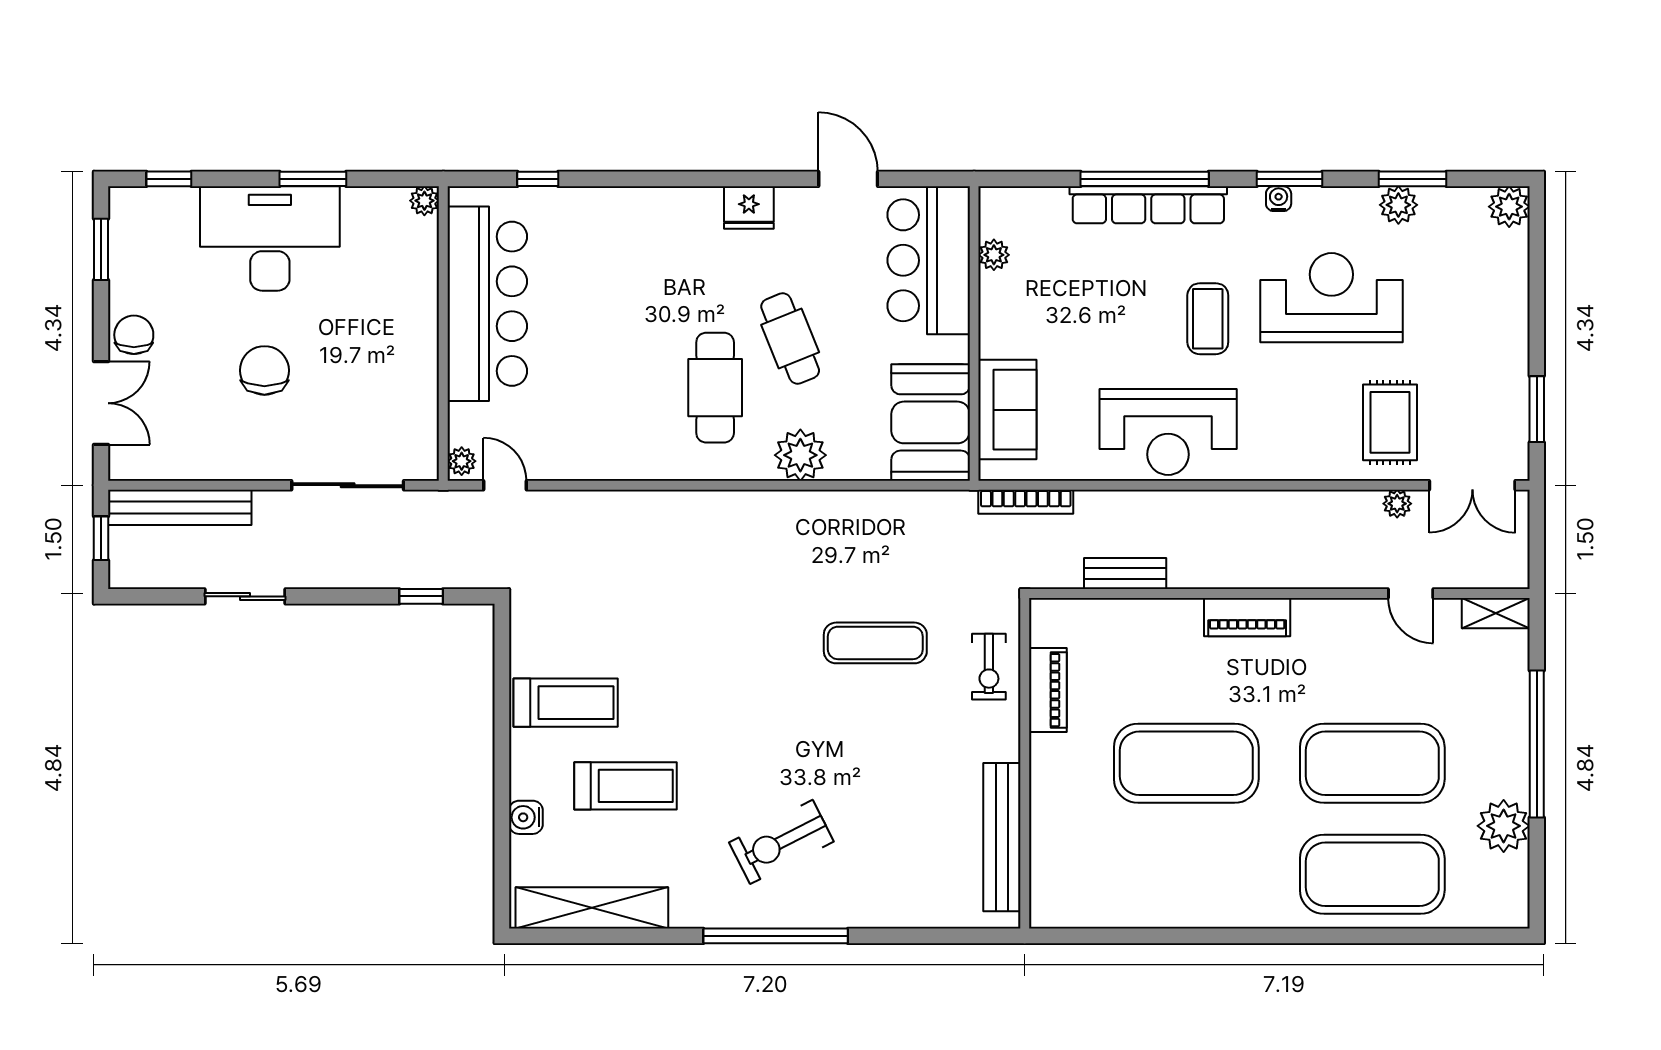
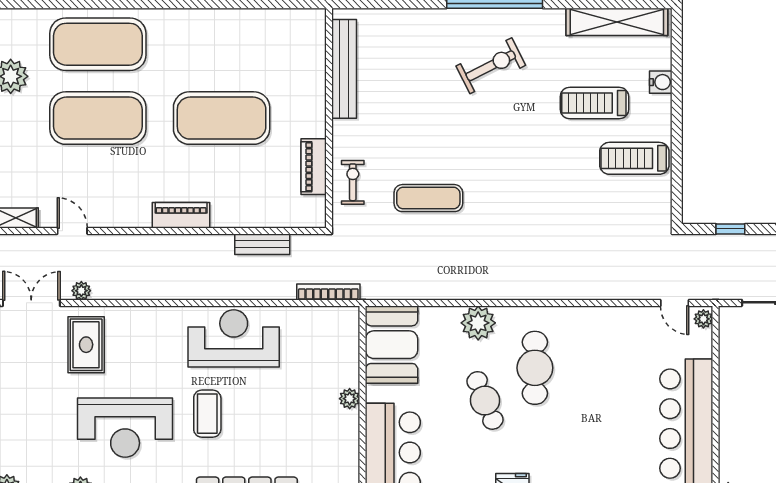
plant: (994, 255) -> (350, 399), moved
sofa: (1007, 410) -> (341, 353), removed

